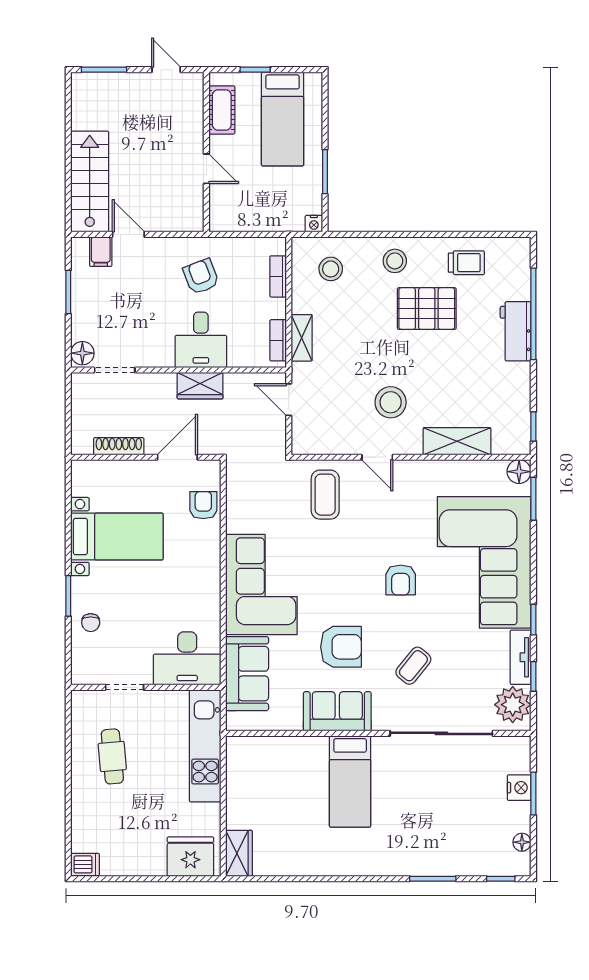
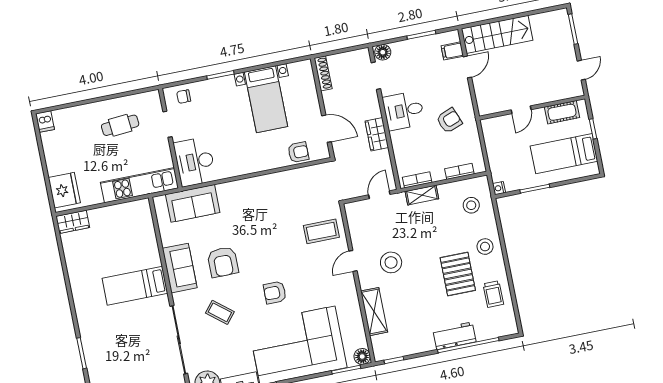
desk: (201, 340) -> (404, 111), moved
shoe rack: (119, 446) -> (323, 73), moved
corner sofa: (261, 585) -> (253, 201), removed
chair: (91, 623) -> (184, 97), moved

